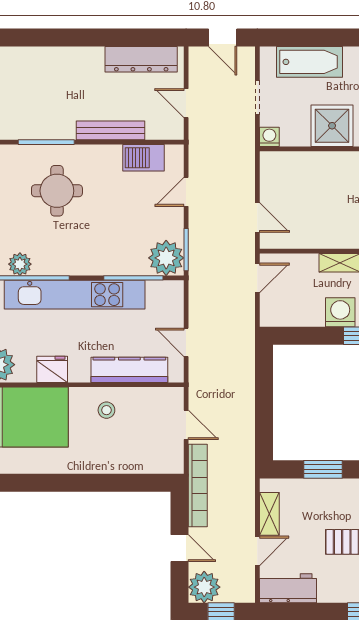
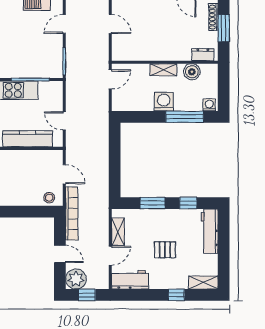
door: (257, 218) -> (110, 24), moved
plant: (166, 258) -> (51, 67), removed
stool: (106, 410) -> (49, 198), moved

